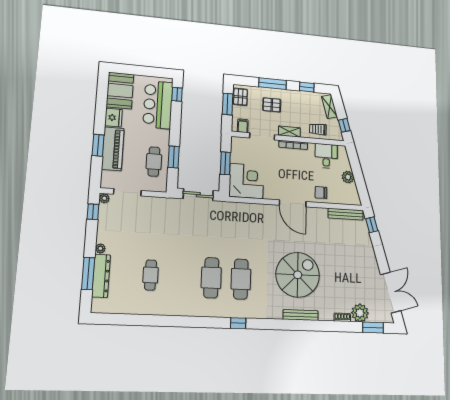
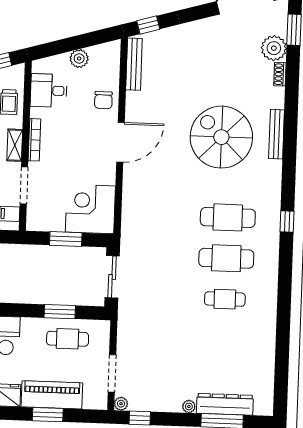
cafe table: (151, 275) -> (225, 299), moved

